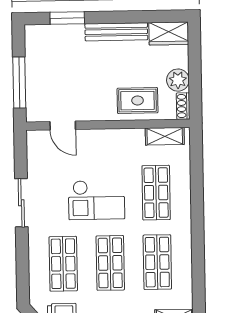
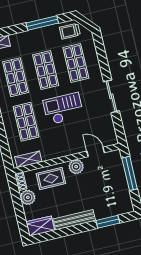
plant: (96, 110) -> (76, 167), added

